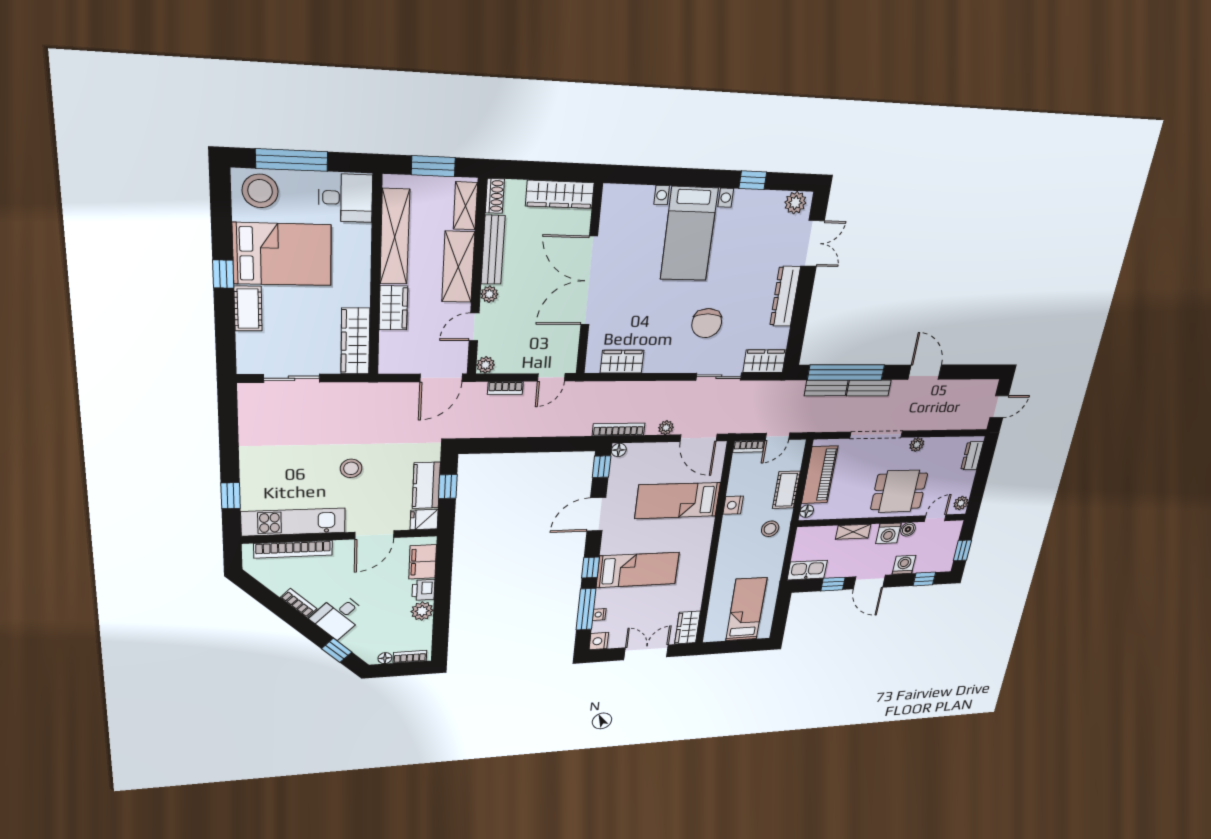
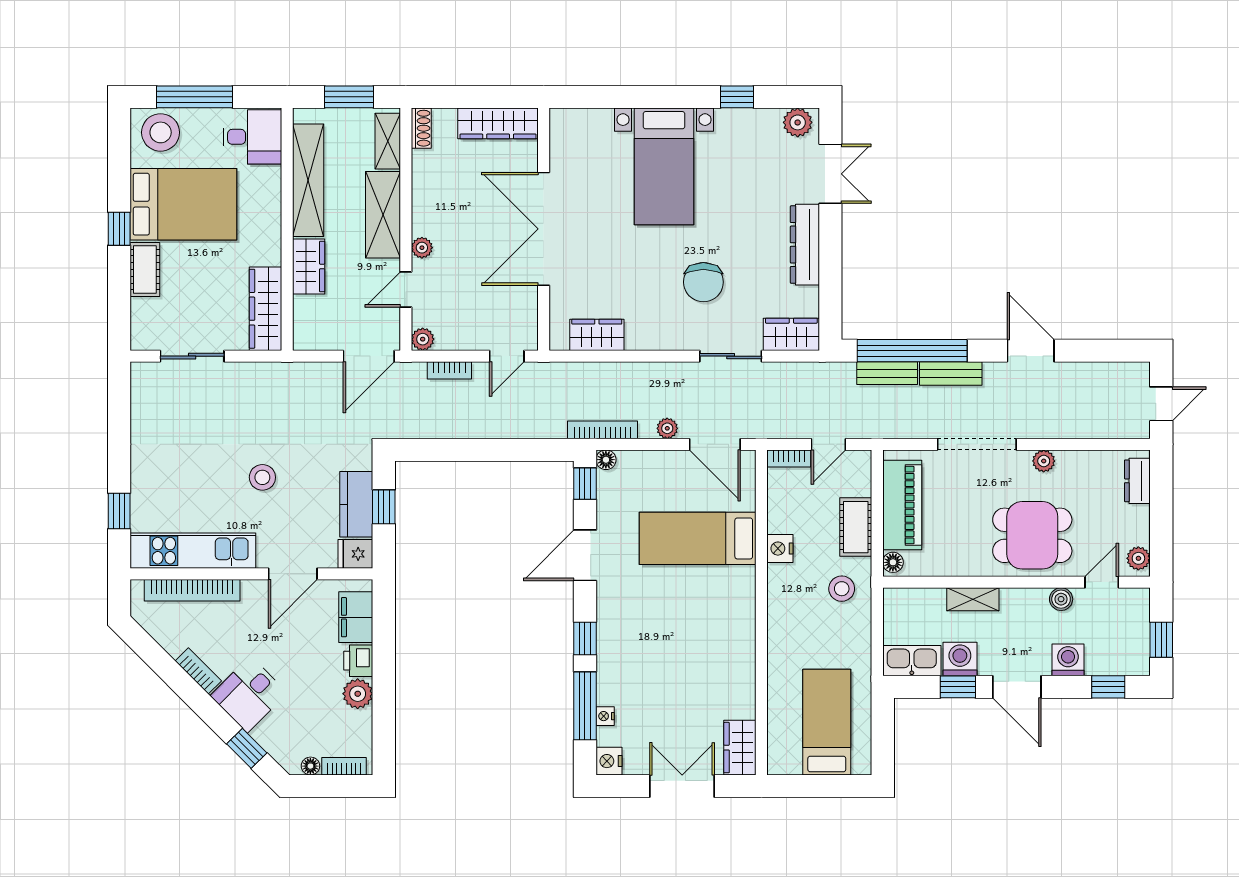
bench: (493, 250) -> (423, 193), removed
washing machine: (888, 533) -> (960, 659), moved, turned 180
bed: (638, 570) -> (653, 646), removed

